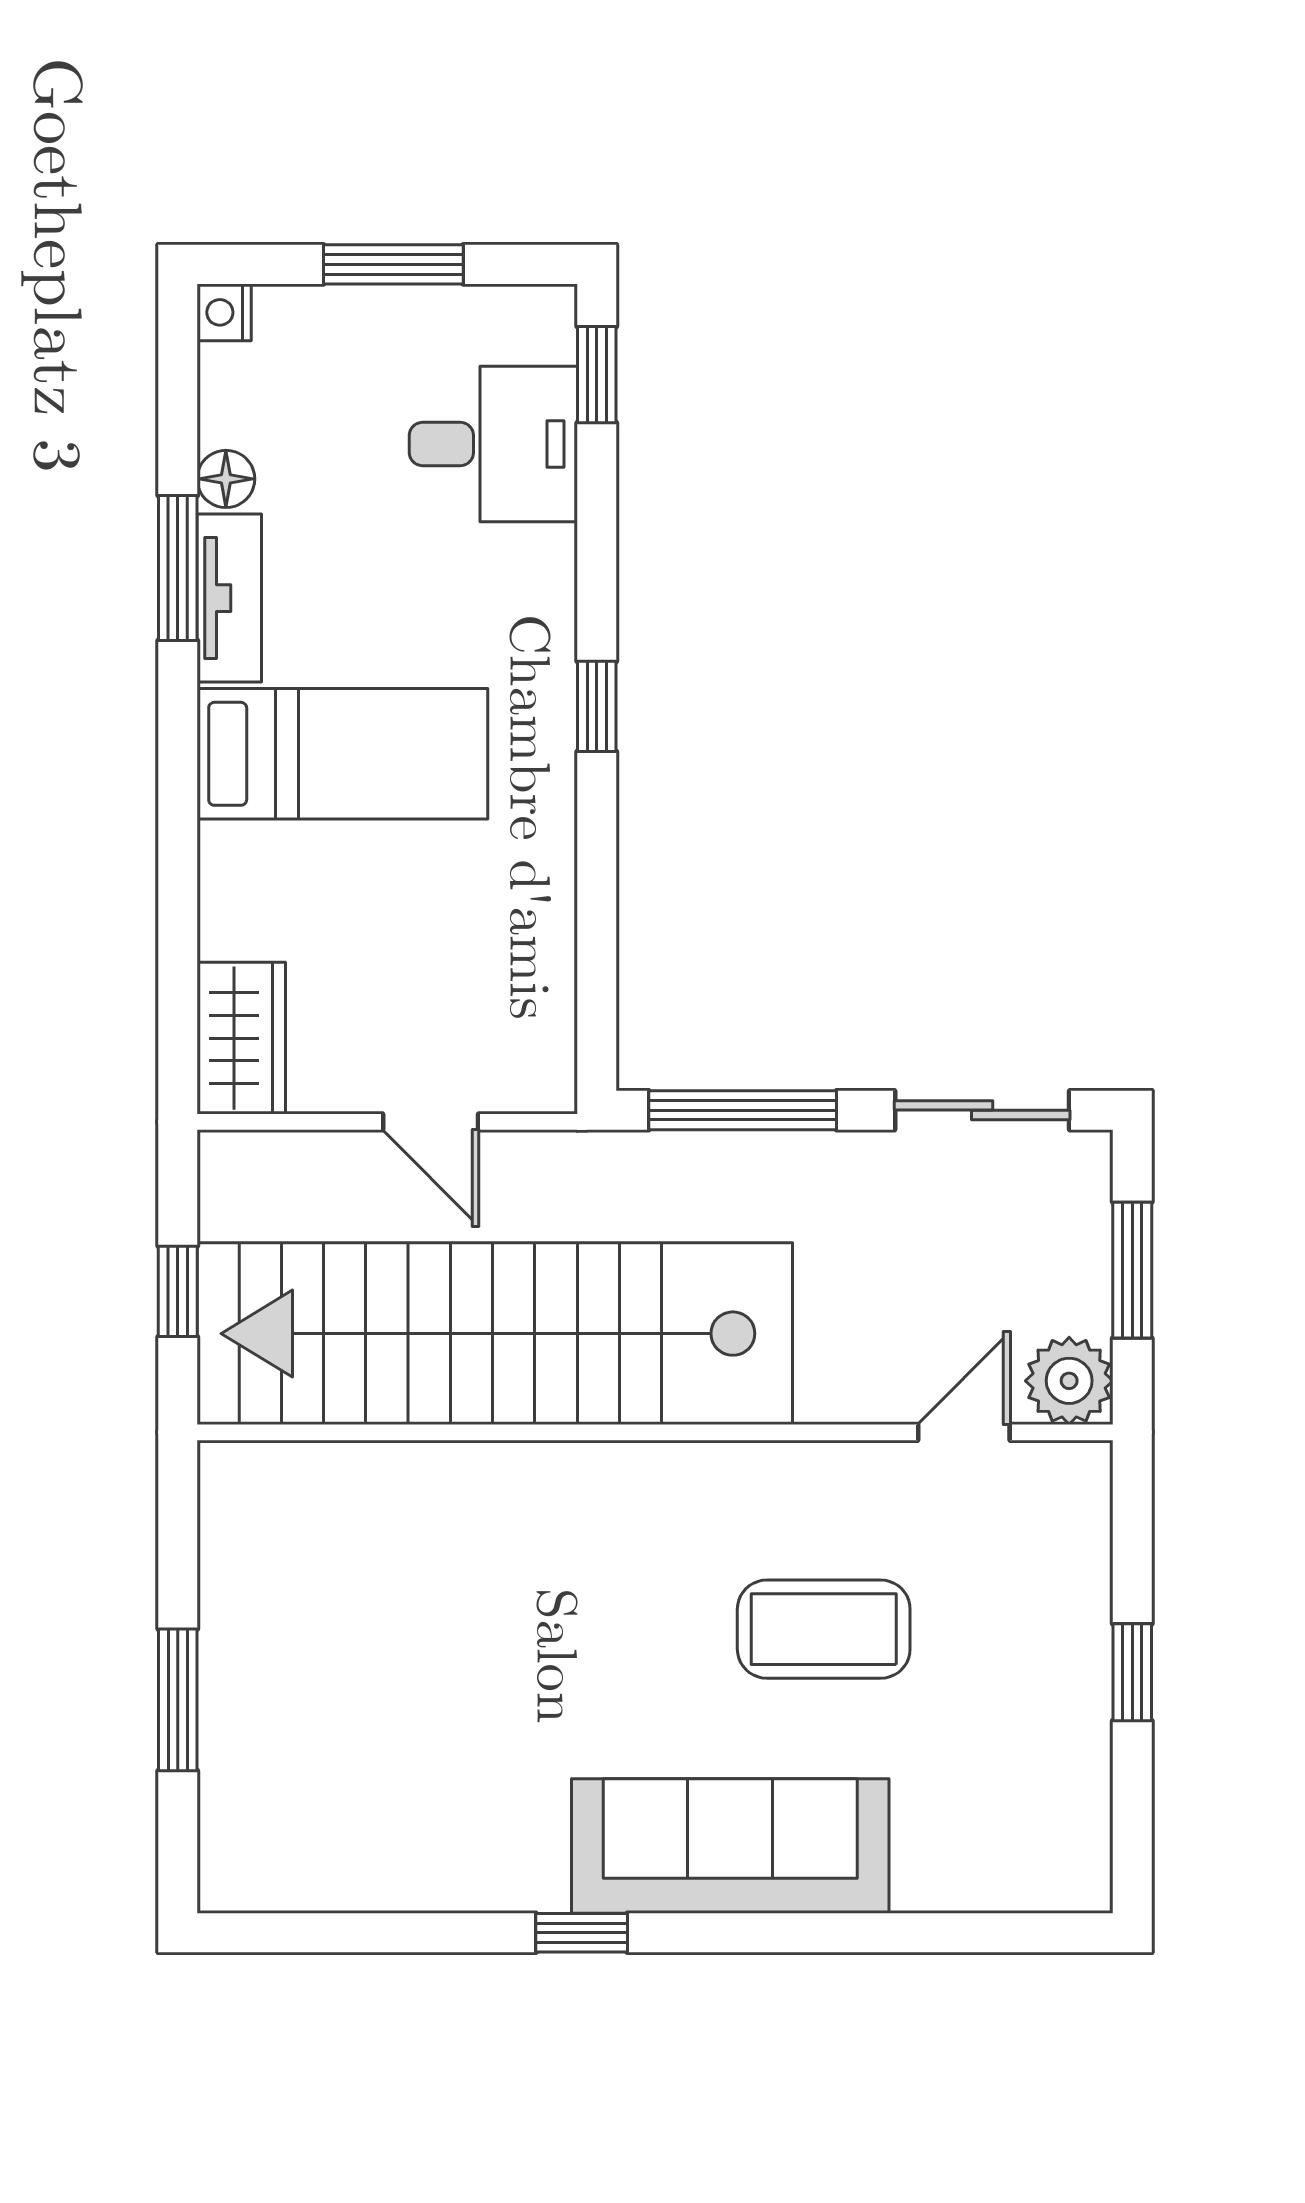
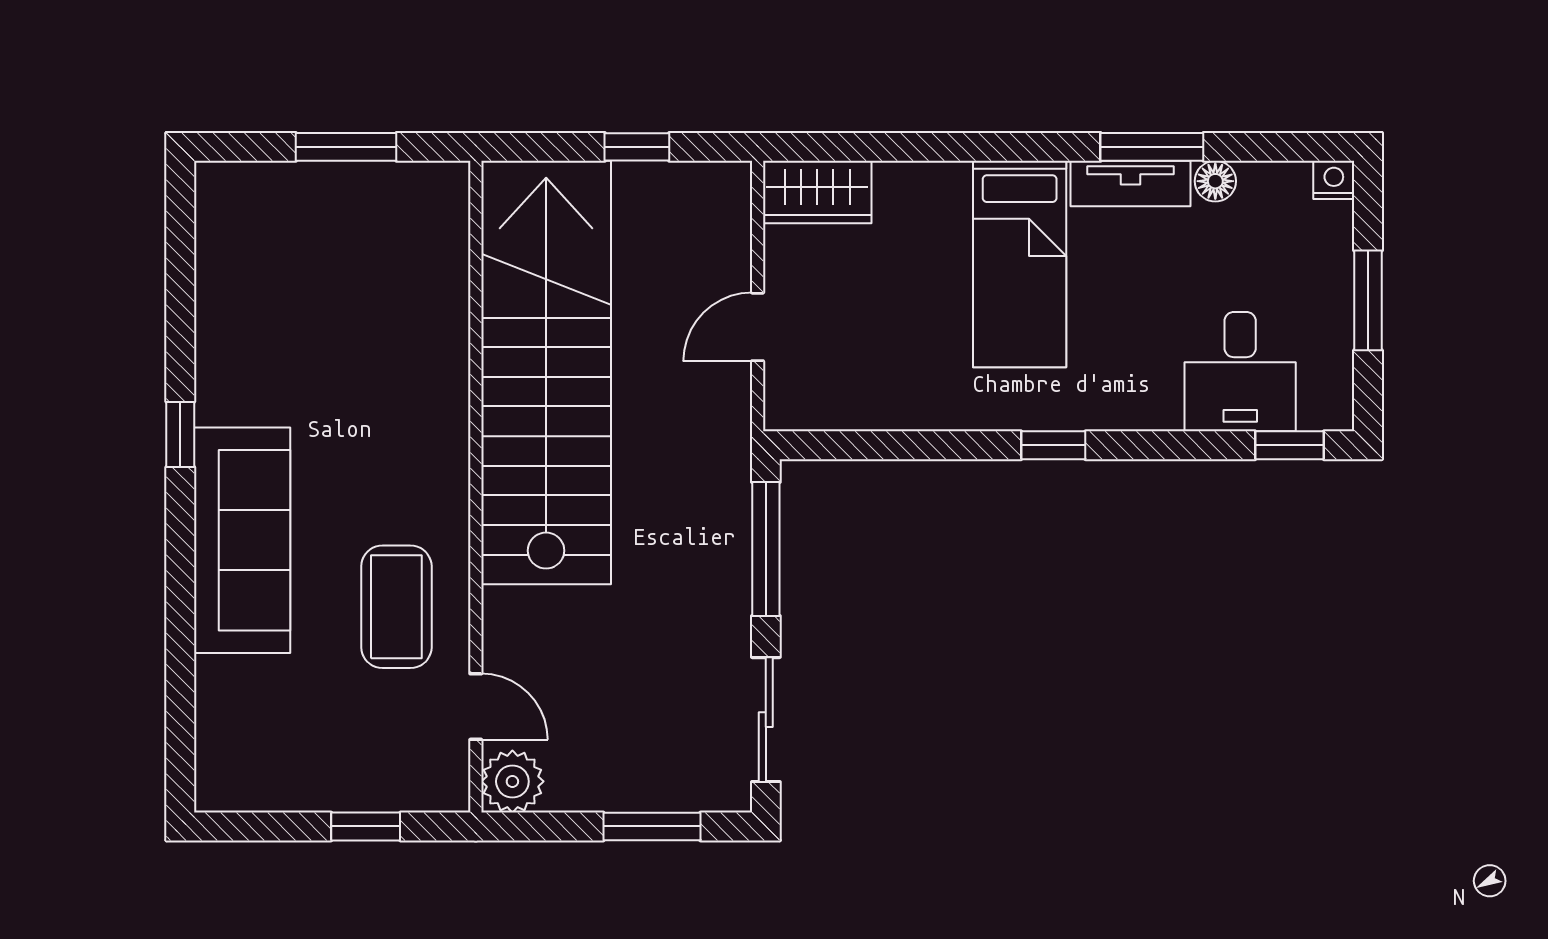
stairs: (495, 1334) -> (546, 373), moved
plant: (1069, 1381) -> (512, 781), moved
wall: (655, 1432) -> (476, 487), moved
door: (964, 1432) -> (476, 707), moved

